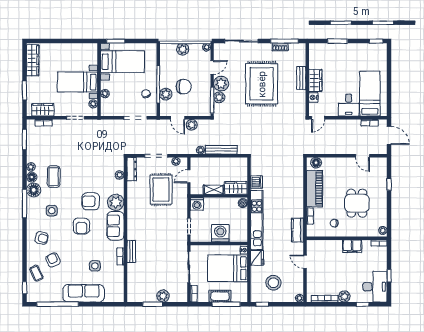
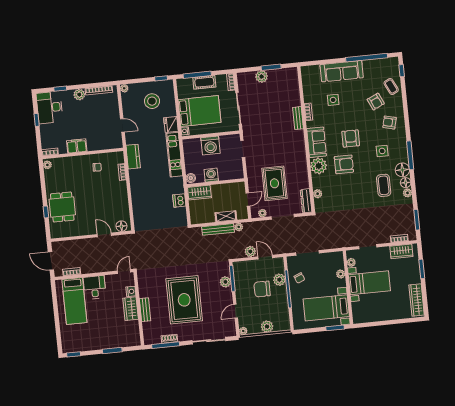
plant: (221, 84) -> (225, 296), removed
door: (363, 156) -> (104, 235), moved
piano: (315, 189) -> (120, 200), removed
shelving: (214, 190) -> (226, 216), moved
dining table: (357, 203) -> (62, 207), moved
washing machine: (197, 204) -> (211, 175), moved
kitchen unit: (257, 220) -> (174, 155), width x0.73

